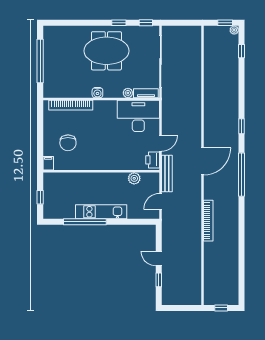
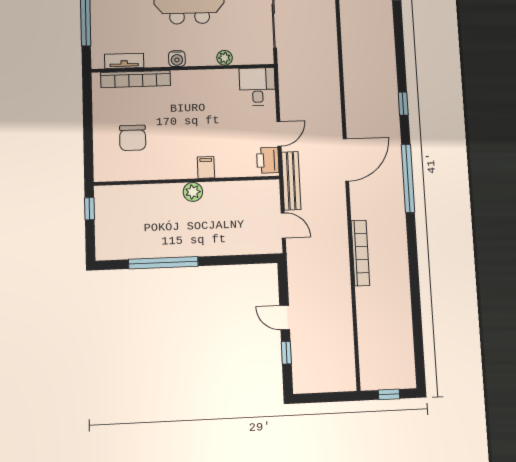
tv unit: (146, 93) -> (124, 61), moved
desk: (138, 116) -> (257, 87), width x0.53, depth x0.77
filing cabinet: (48, 163) -> (206, 167), moved
plant: (134, 178) -> (193, 192), moved
window: (40, 197) -> (89, 209), moved
door: (161, 201) -> (283, 225), swing flipped
kitchen unit: (101, 212) -> (189, 245), removed

